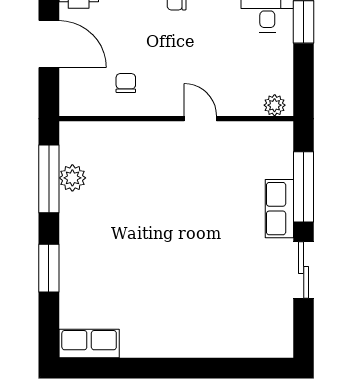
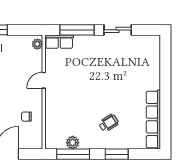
row of seats: (279, 209) -> (59, 42), moved
wheelchair: (113, 252) -> (109, 123), added
row of seats: (89, 344) -> (153, 119), width x2.02

